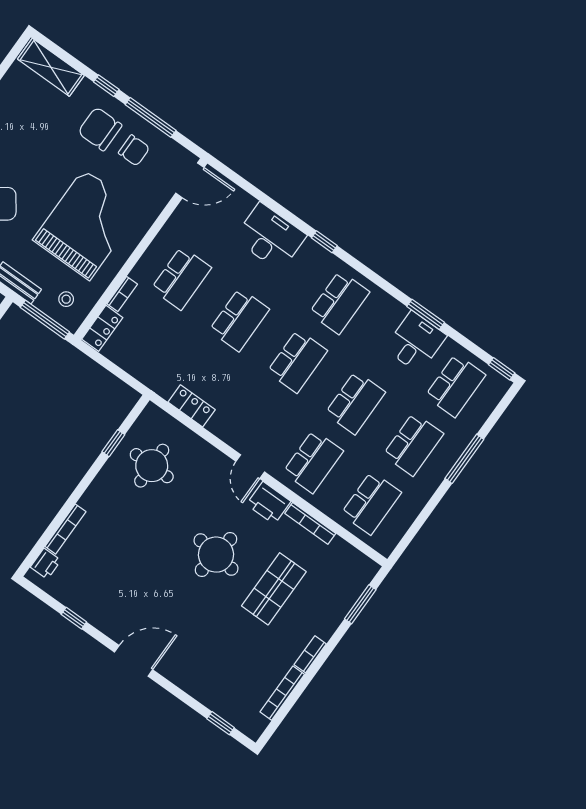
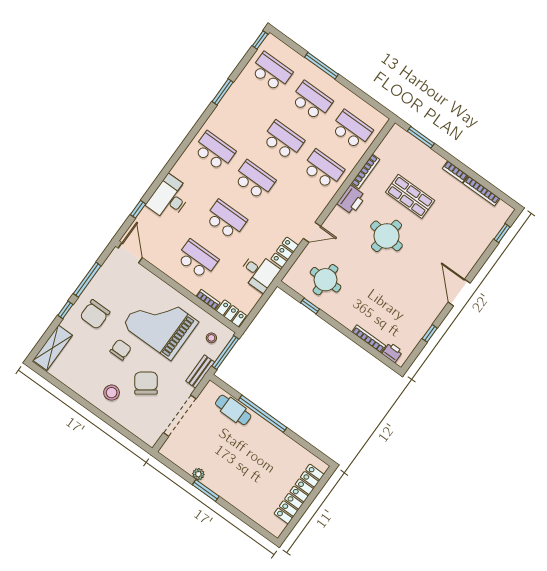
chair: (134, 150) -> (121, 350), moved
window: (324, 242) -> (138, 209), moved
desk: (416, 342) -> (259, 272), moved, turned 180
door: (250, 467) -> (312, 232), moved

